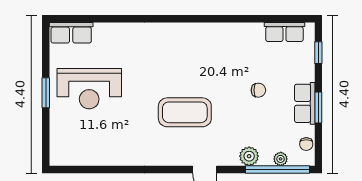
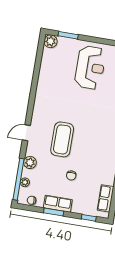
reception desk: (89, 89) -> (90, 68), turned 180
window: (46, 93) -> (68, 35), moved
coffee table: (185, 112) -> (62, 139), moved
plant: (59, 156) -> (51, 41), added

